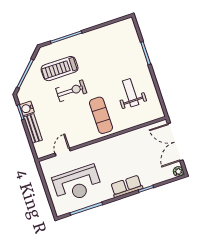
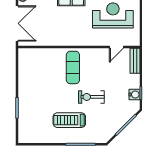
treadmill: (60, 69) -> (69, 120), moved, turned 180
weight bench: (131, 93) -> (41, 78), removed
bench: (33, 128) -> (135, 61), moved

